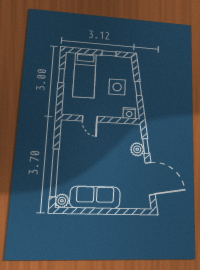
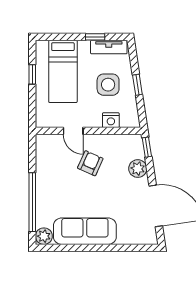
tv unit: (119, 61) -> (109, 47), added
nightstand: (129, 113) -> (111, 120), moved
armchair: (102, 144) -> (90, 163), added
window: (146, 146) -> (147, 147), moved

